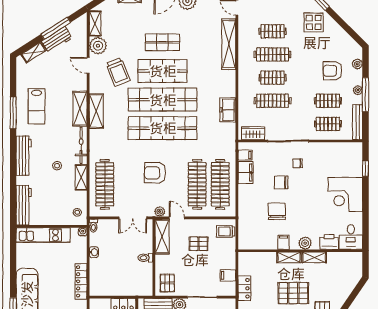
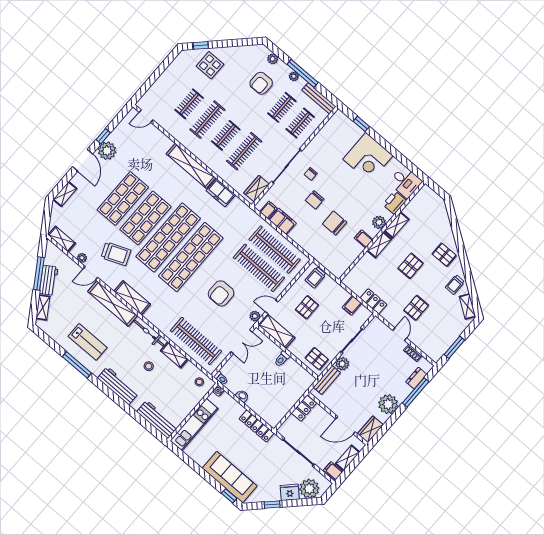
shop shelf: (163, 42) -> (123, 198), width x1.43, depth x1.36
shelving: (229, 44) -> (191, 166), moved
plant: (98, 46) -> (82, 258), width x0.53, depth x0.53
shelving: (80, 109) -> (113, 304), width x1.47
pallet: (293, 293) -> (411, 266), width x0.67, depth x0.71

